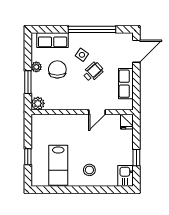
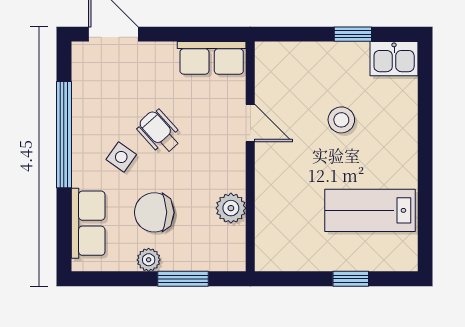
row of seats: (126, 84) -> (212, 58), moved
plant: (38, 103) -> (231, 208), moved
fridge: (127, 122) -> (272, 56), removed
lab bench: (58, 165) -> (370, 210), turned 180
stool: (89, 170) -> (341, 120), moved

